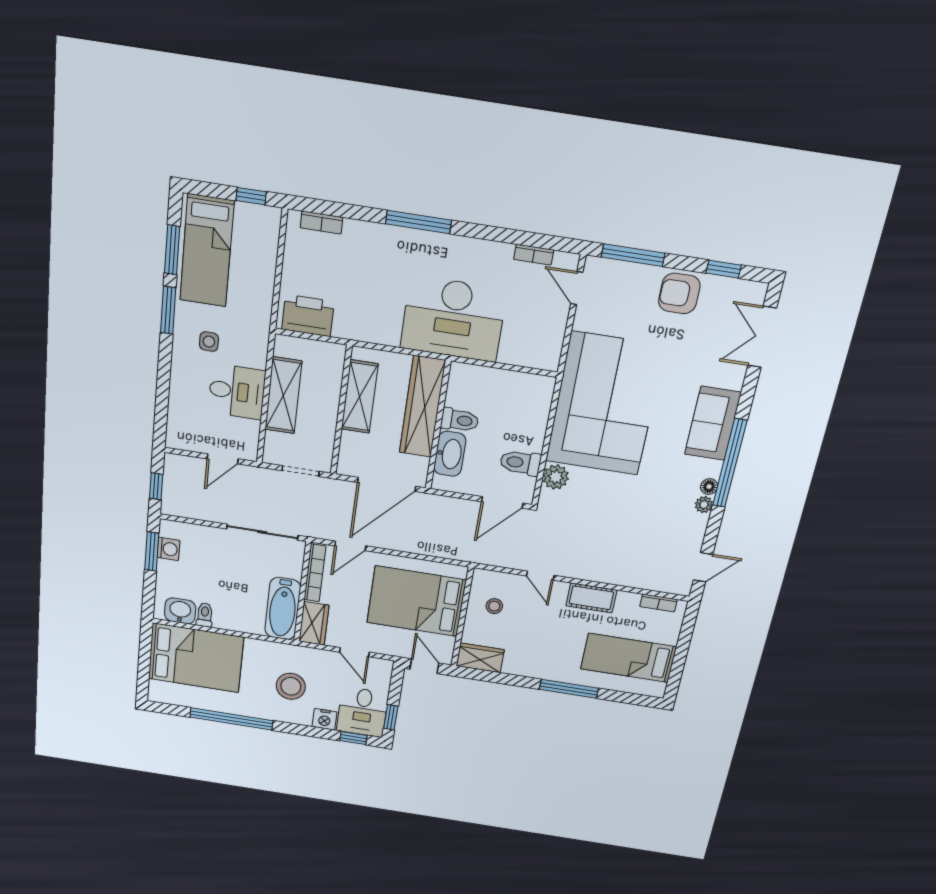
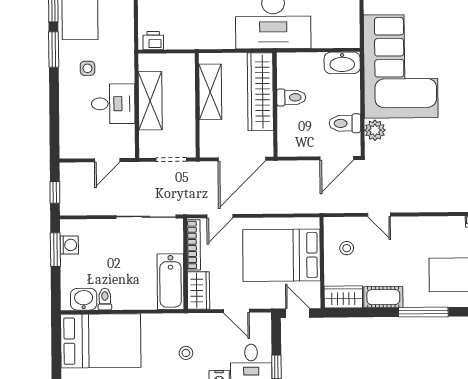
printer: (308, 315) -> (153, 41), width x0.53, depth x0.68
washbasin: (450, 454) -> (342, 63), moved, turned 90
cot: (591, 598) -> (383, 297), moved
stool: (291, 686) -> (186, 353), width x0.53, depth x0.53

